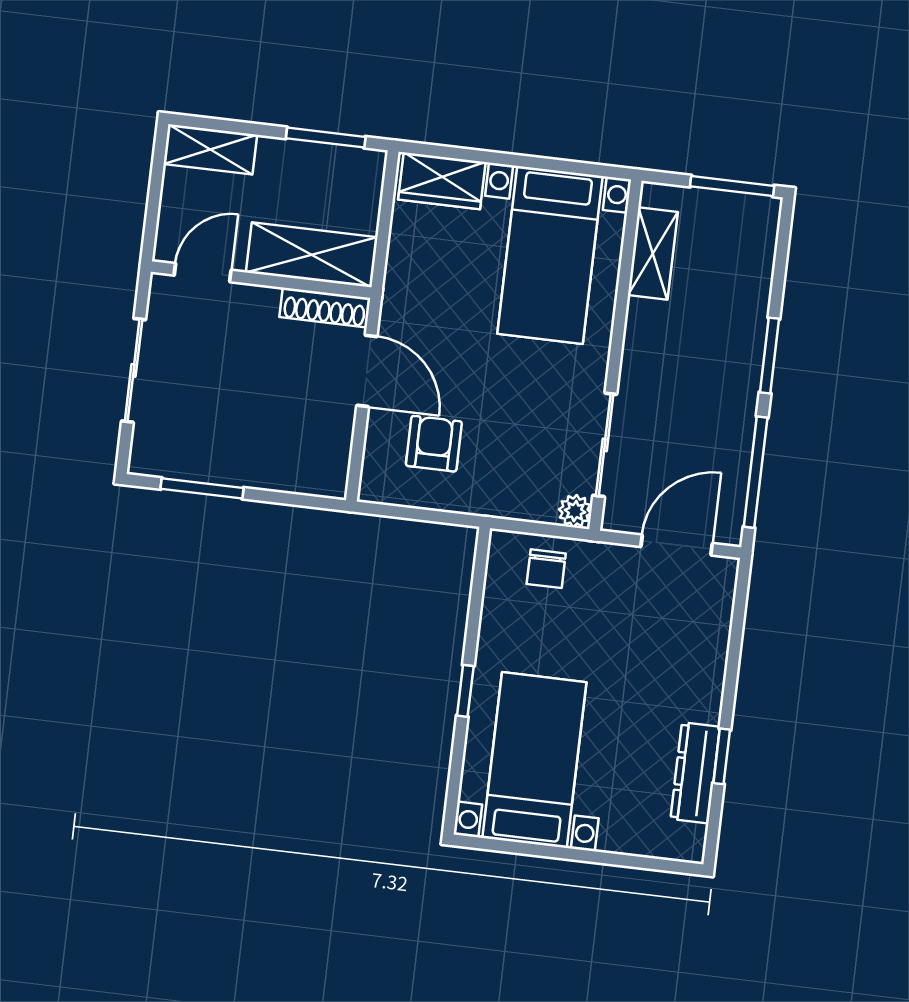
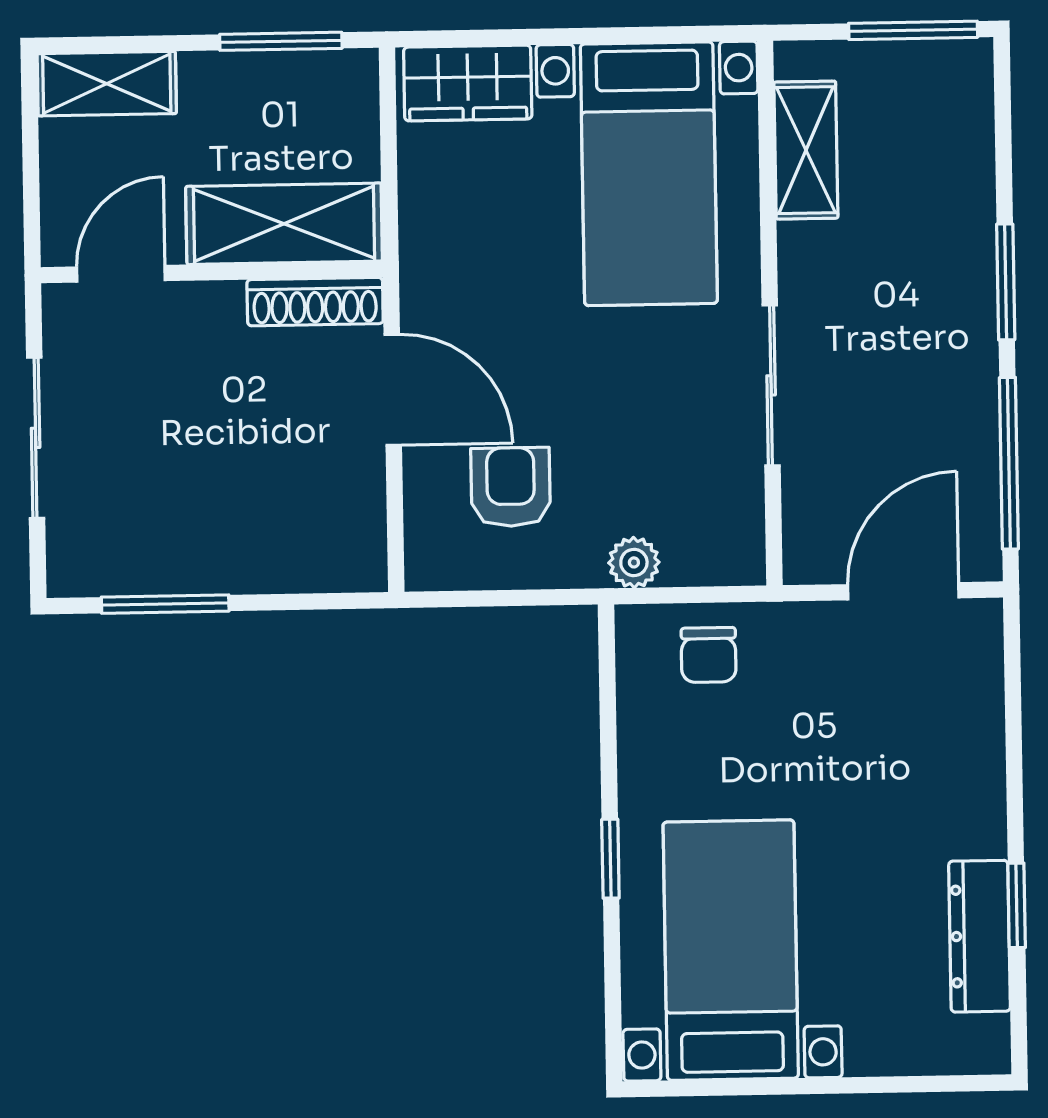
sliding door: (605, 445) -> (771, 385), moved
plant: (575, 511) -> (634, 562), moved

